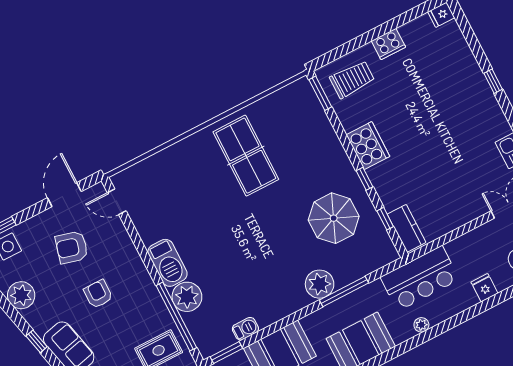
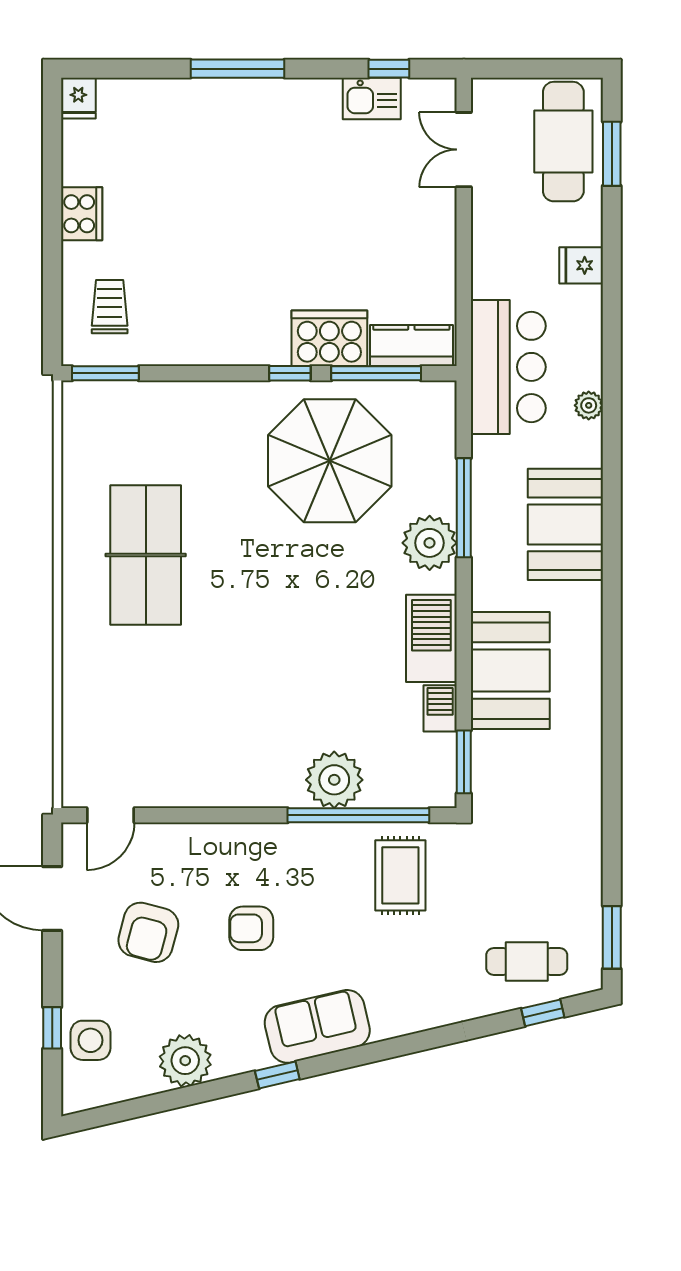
trolley: (352, 79) -> (110, 307), width x0.73, depth x0.72
window: (493, 81) -> (238, 69), width x2.17
cooker: (368, 146) -> (329, 338), moved
table tennis table: (246, 156) -> (146, 555), turned 90
parasol: (334, 218) -> (330, 461), width x1.36, depth x1.36
window: (385, 219) -> (376, 373), width x2.17
barbecue: (167, 263) -> (431, 638), moved, turned -90

